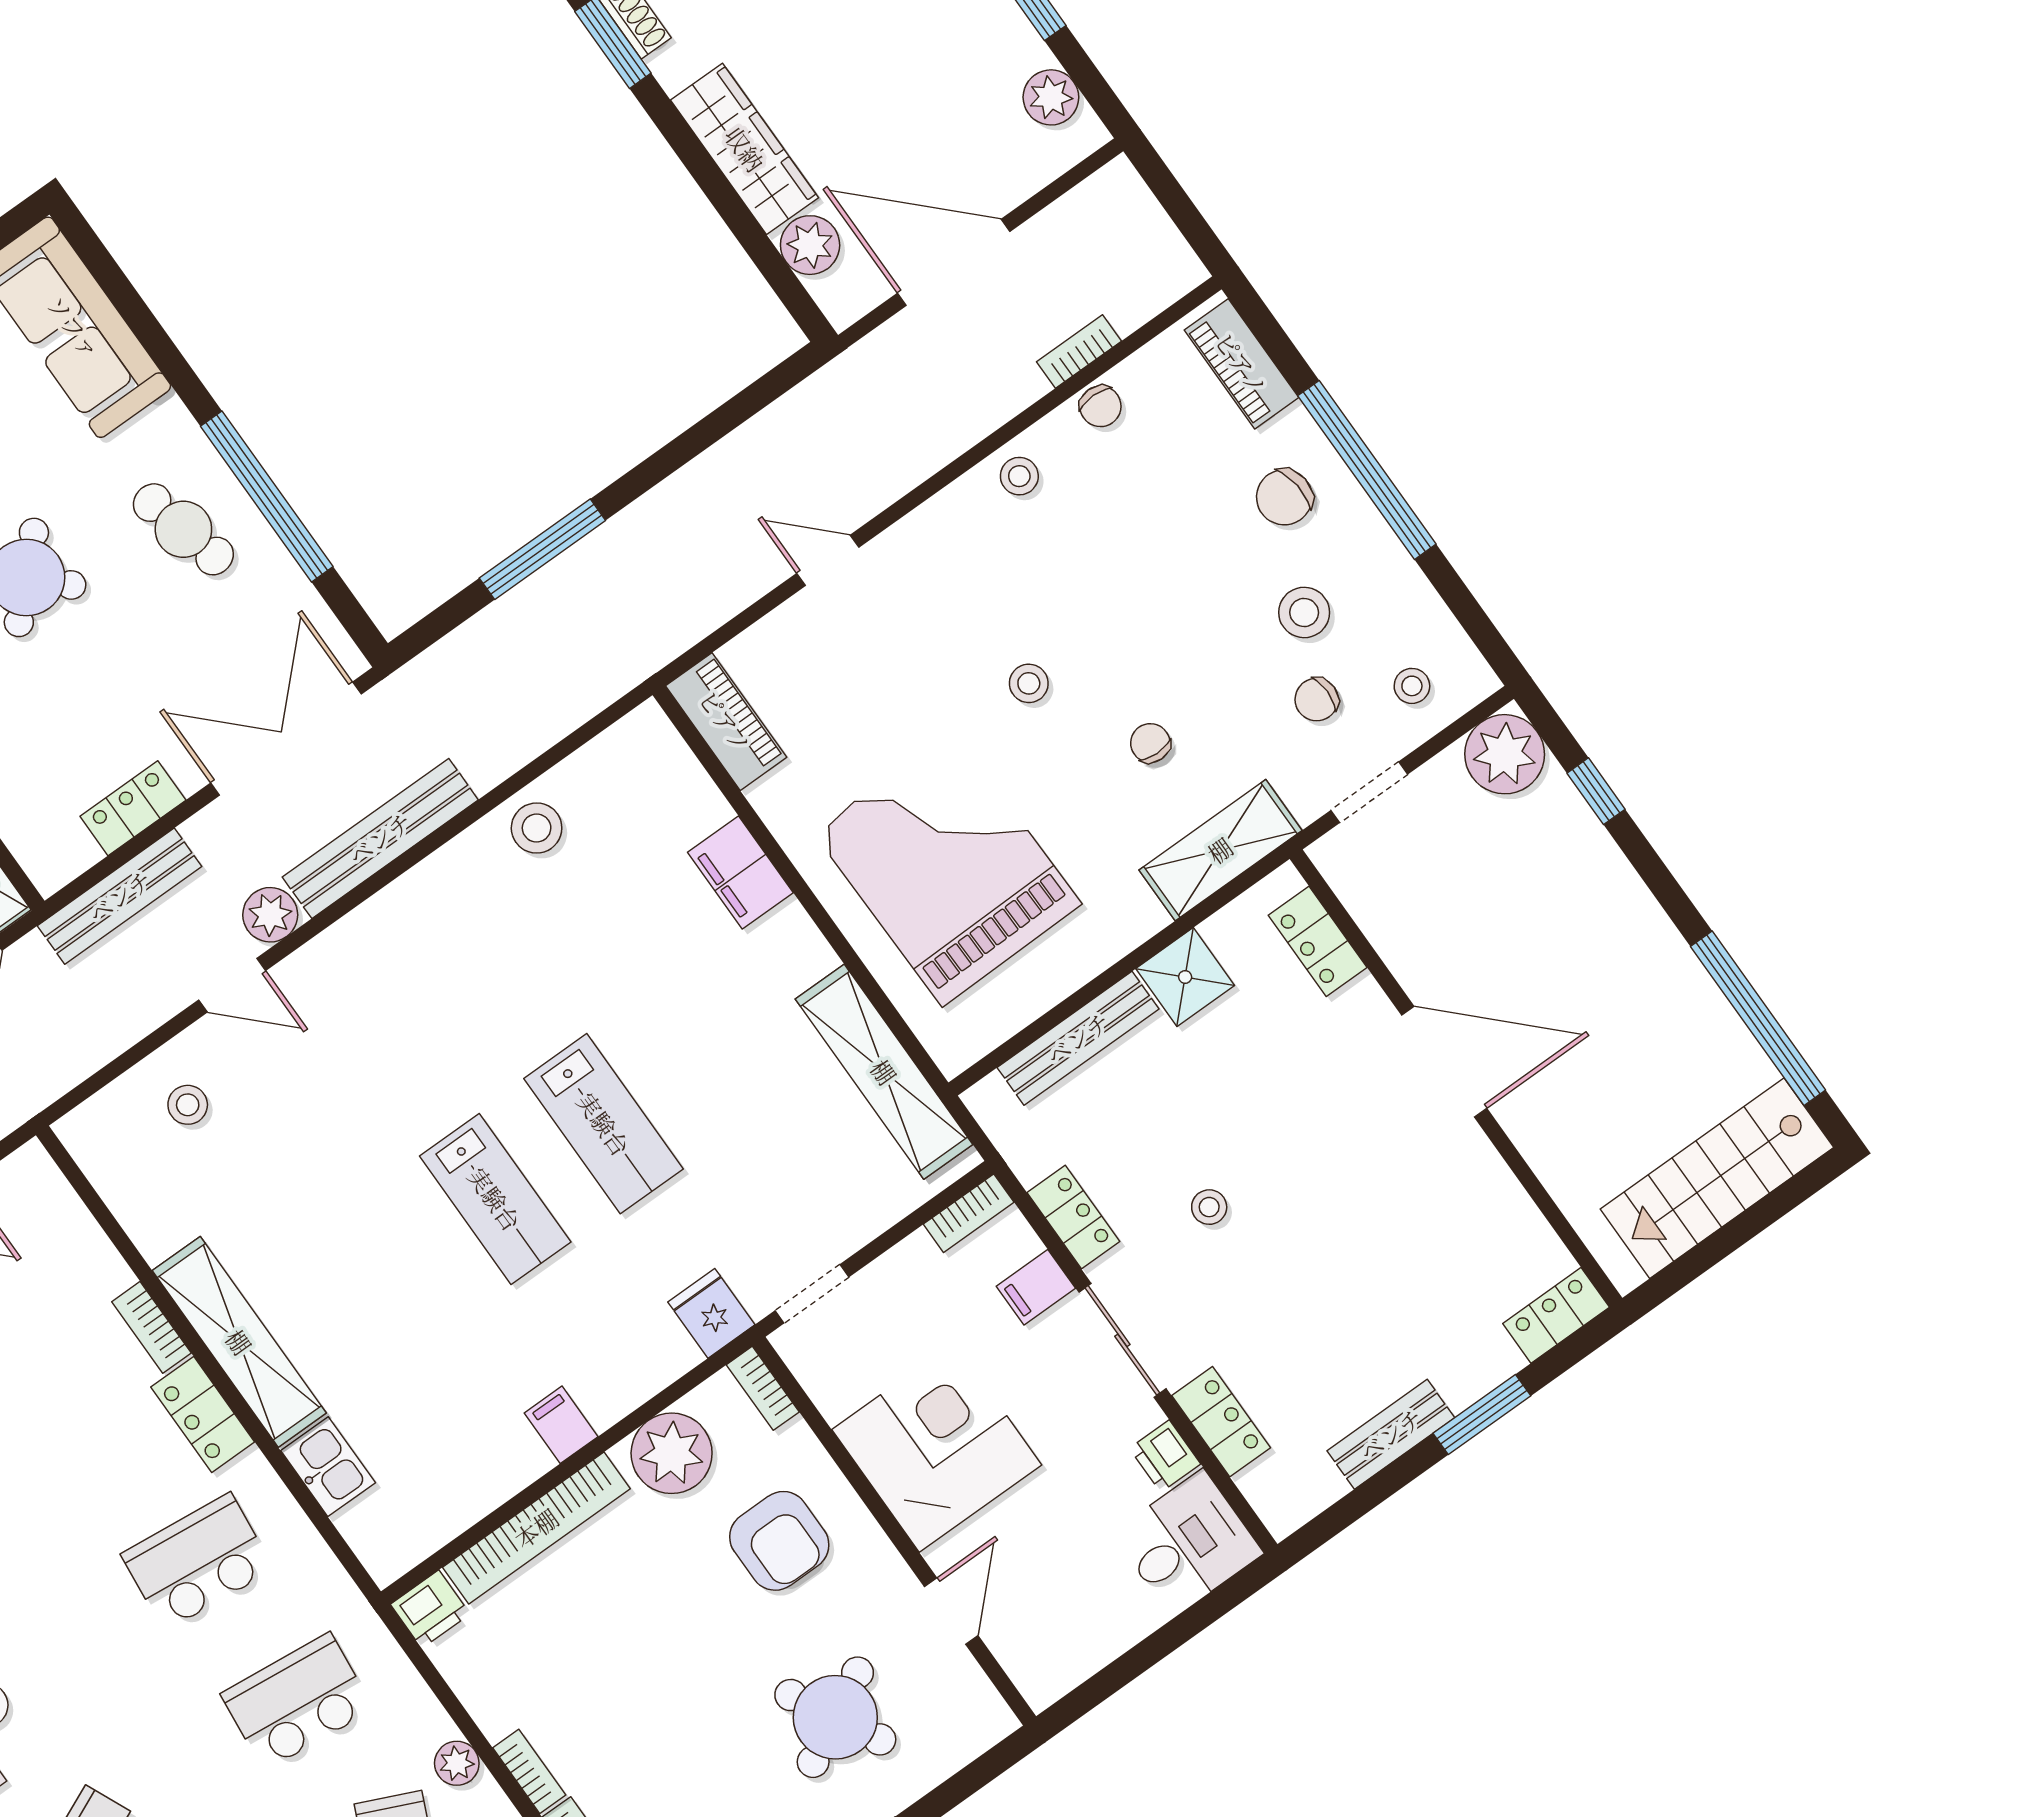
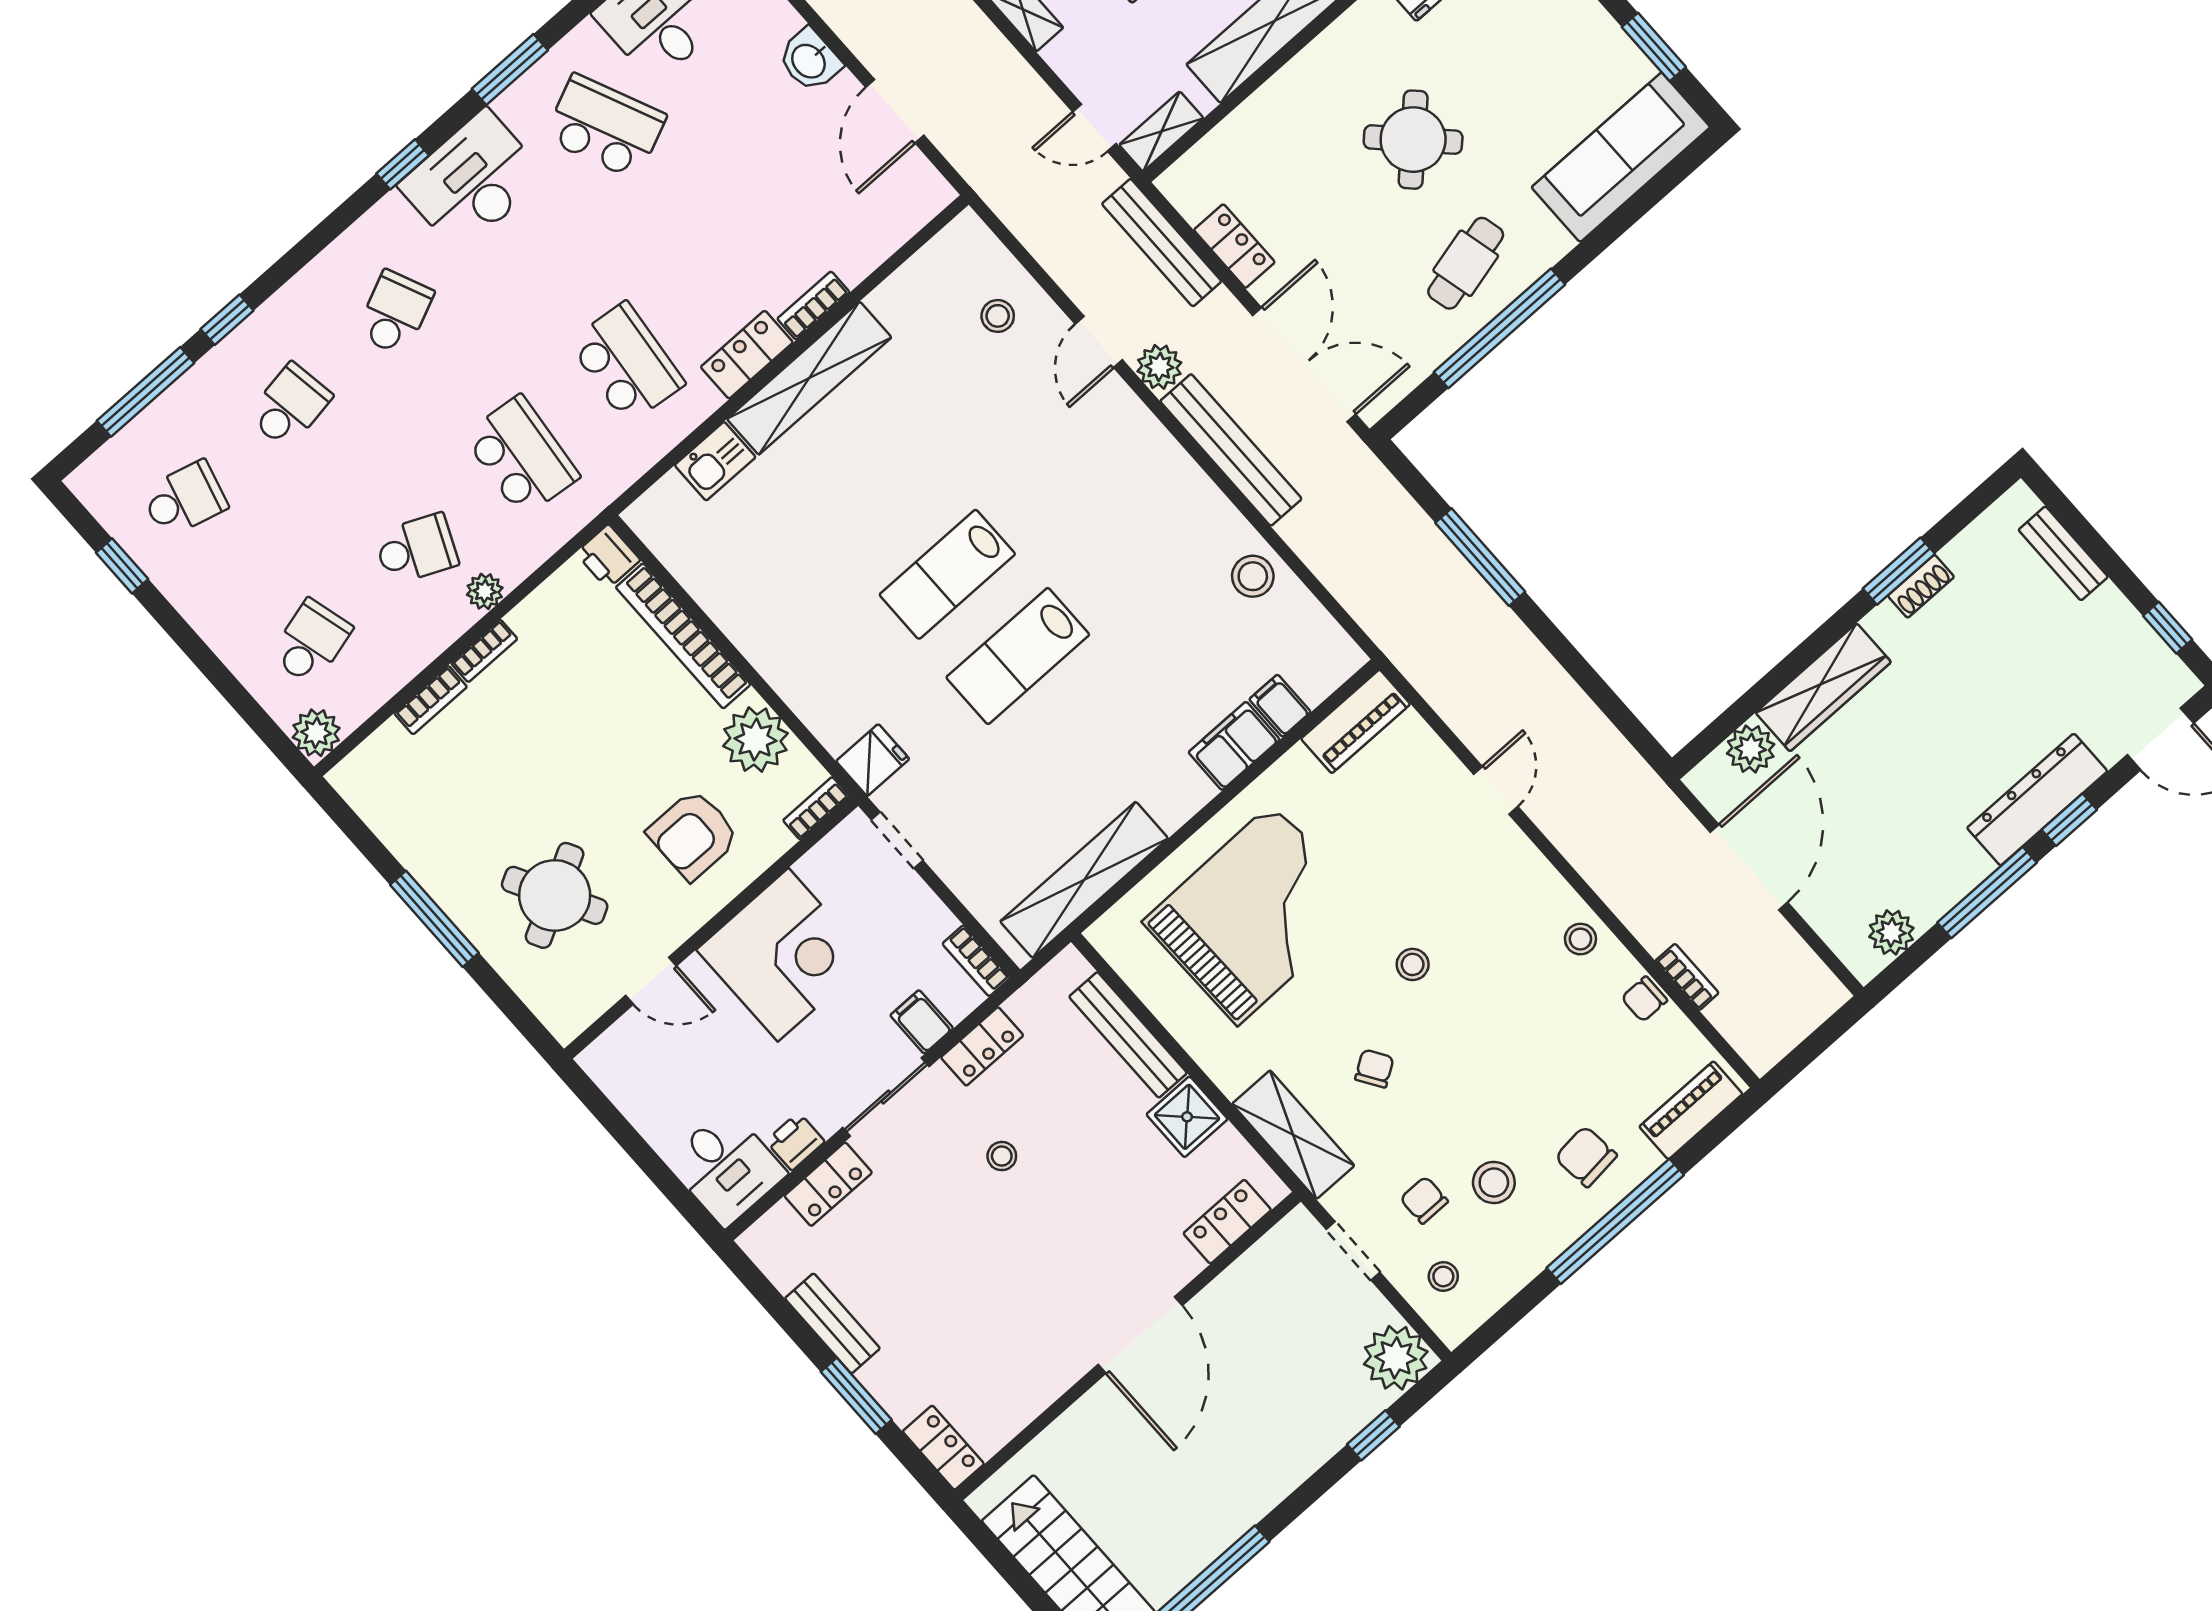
chair: (1150, 743) -> (1374, 1068), turned -34
filing cabinet: (561, 1425) -> (1280, 706), moved, turned -90

